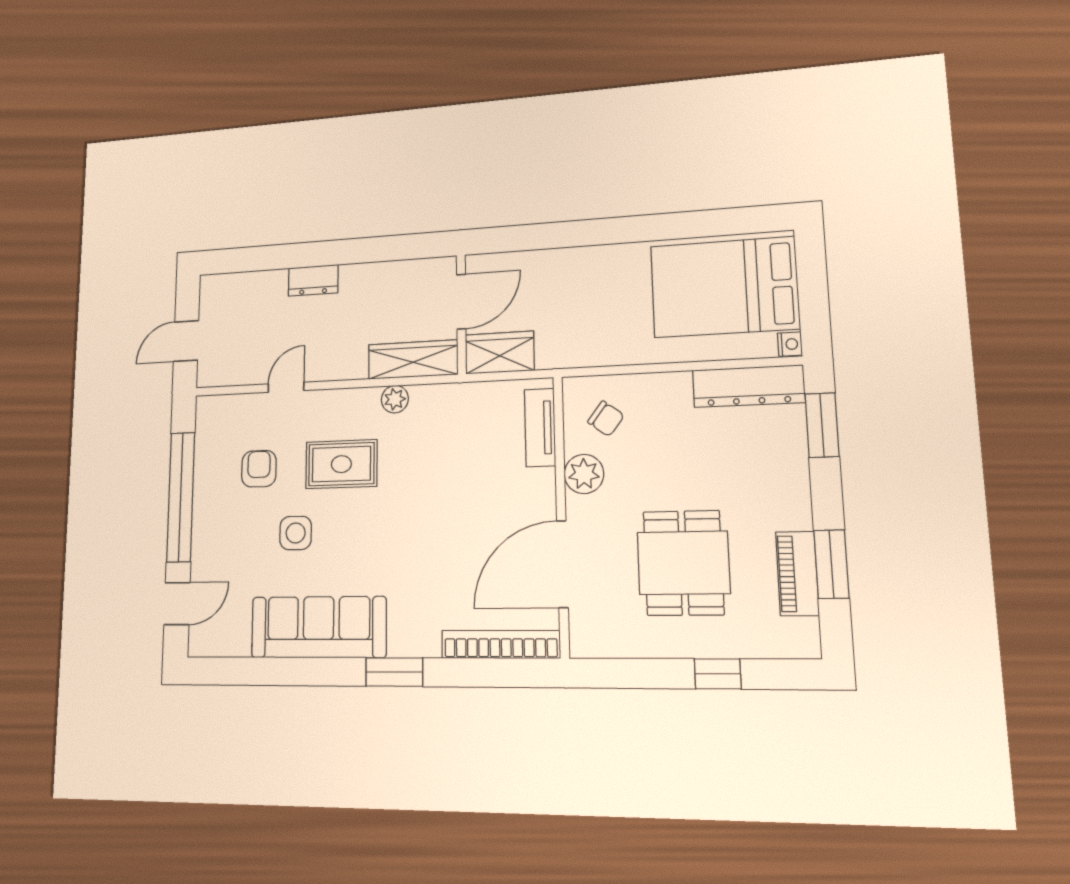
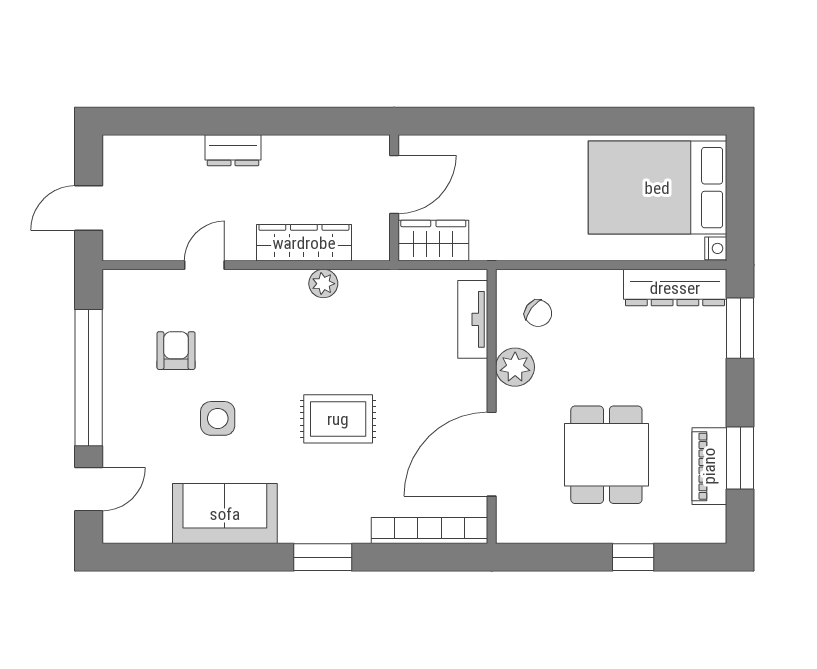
wardrobe: (413, 359) -> (304, 243), moved
rug: (341, 464) -> (338, 419), moved
sofa: (318, 627) -> (225, 514), width x0.73

